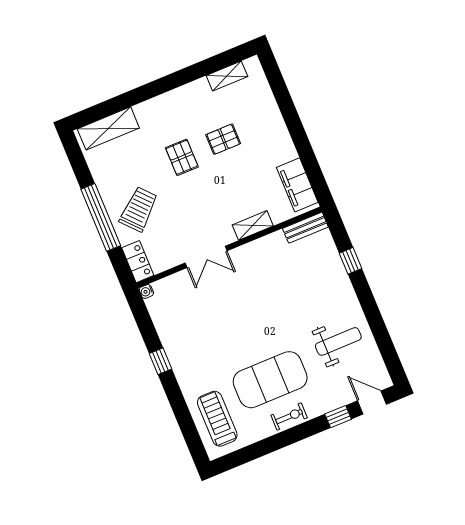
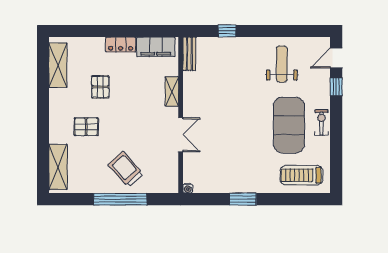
shelving: (227, 76) -> (58, 65), width x1.50, depth x1.33
pallet: (182, 157) -> (86, 127), moved
locker: (138, 262) -> (121, 44), moved, turned 180
window: (160, 361) -> (243, 199), width x1.50

